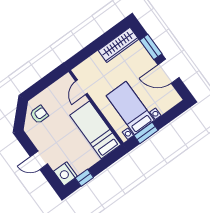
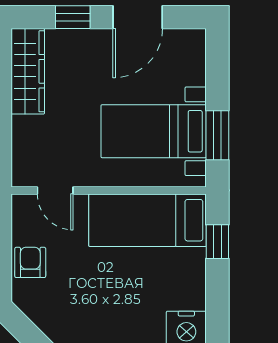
window: (151, 47) -> (73, 17), width x0.67
armchair: (39, 114) -> (30, 262), moved
window: (84, 178) -> (217, 242), moved

